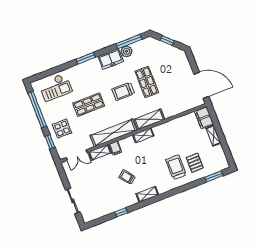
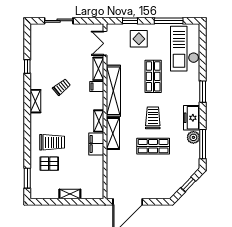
checkout: (55, 87) -> (185, 49), width x1.36, depth x1.21
window: (37, 109) -> (169, 21), width x0.68
filing cabinet: (204, 118) -> (96, 144), moved, turned -90

